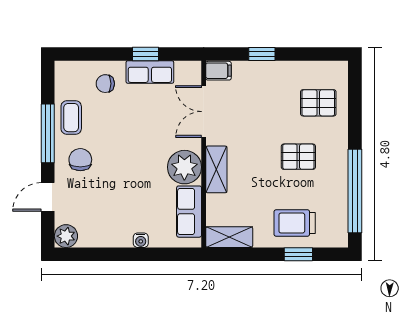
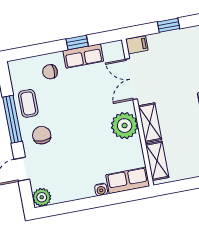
row of seats: (189, 212) -> (128, 180), moved, turned 90
shelving: (229, 237) -> (157, 161), moved, turned 90

